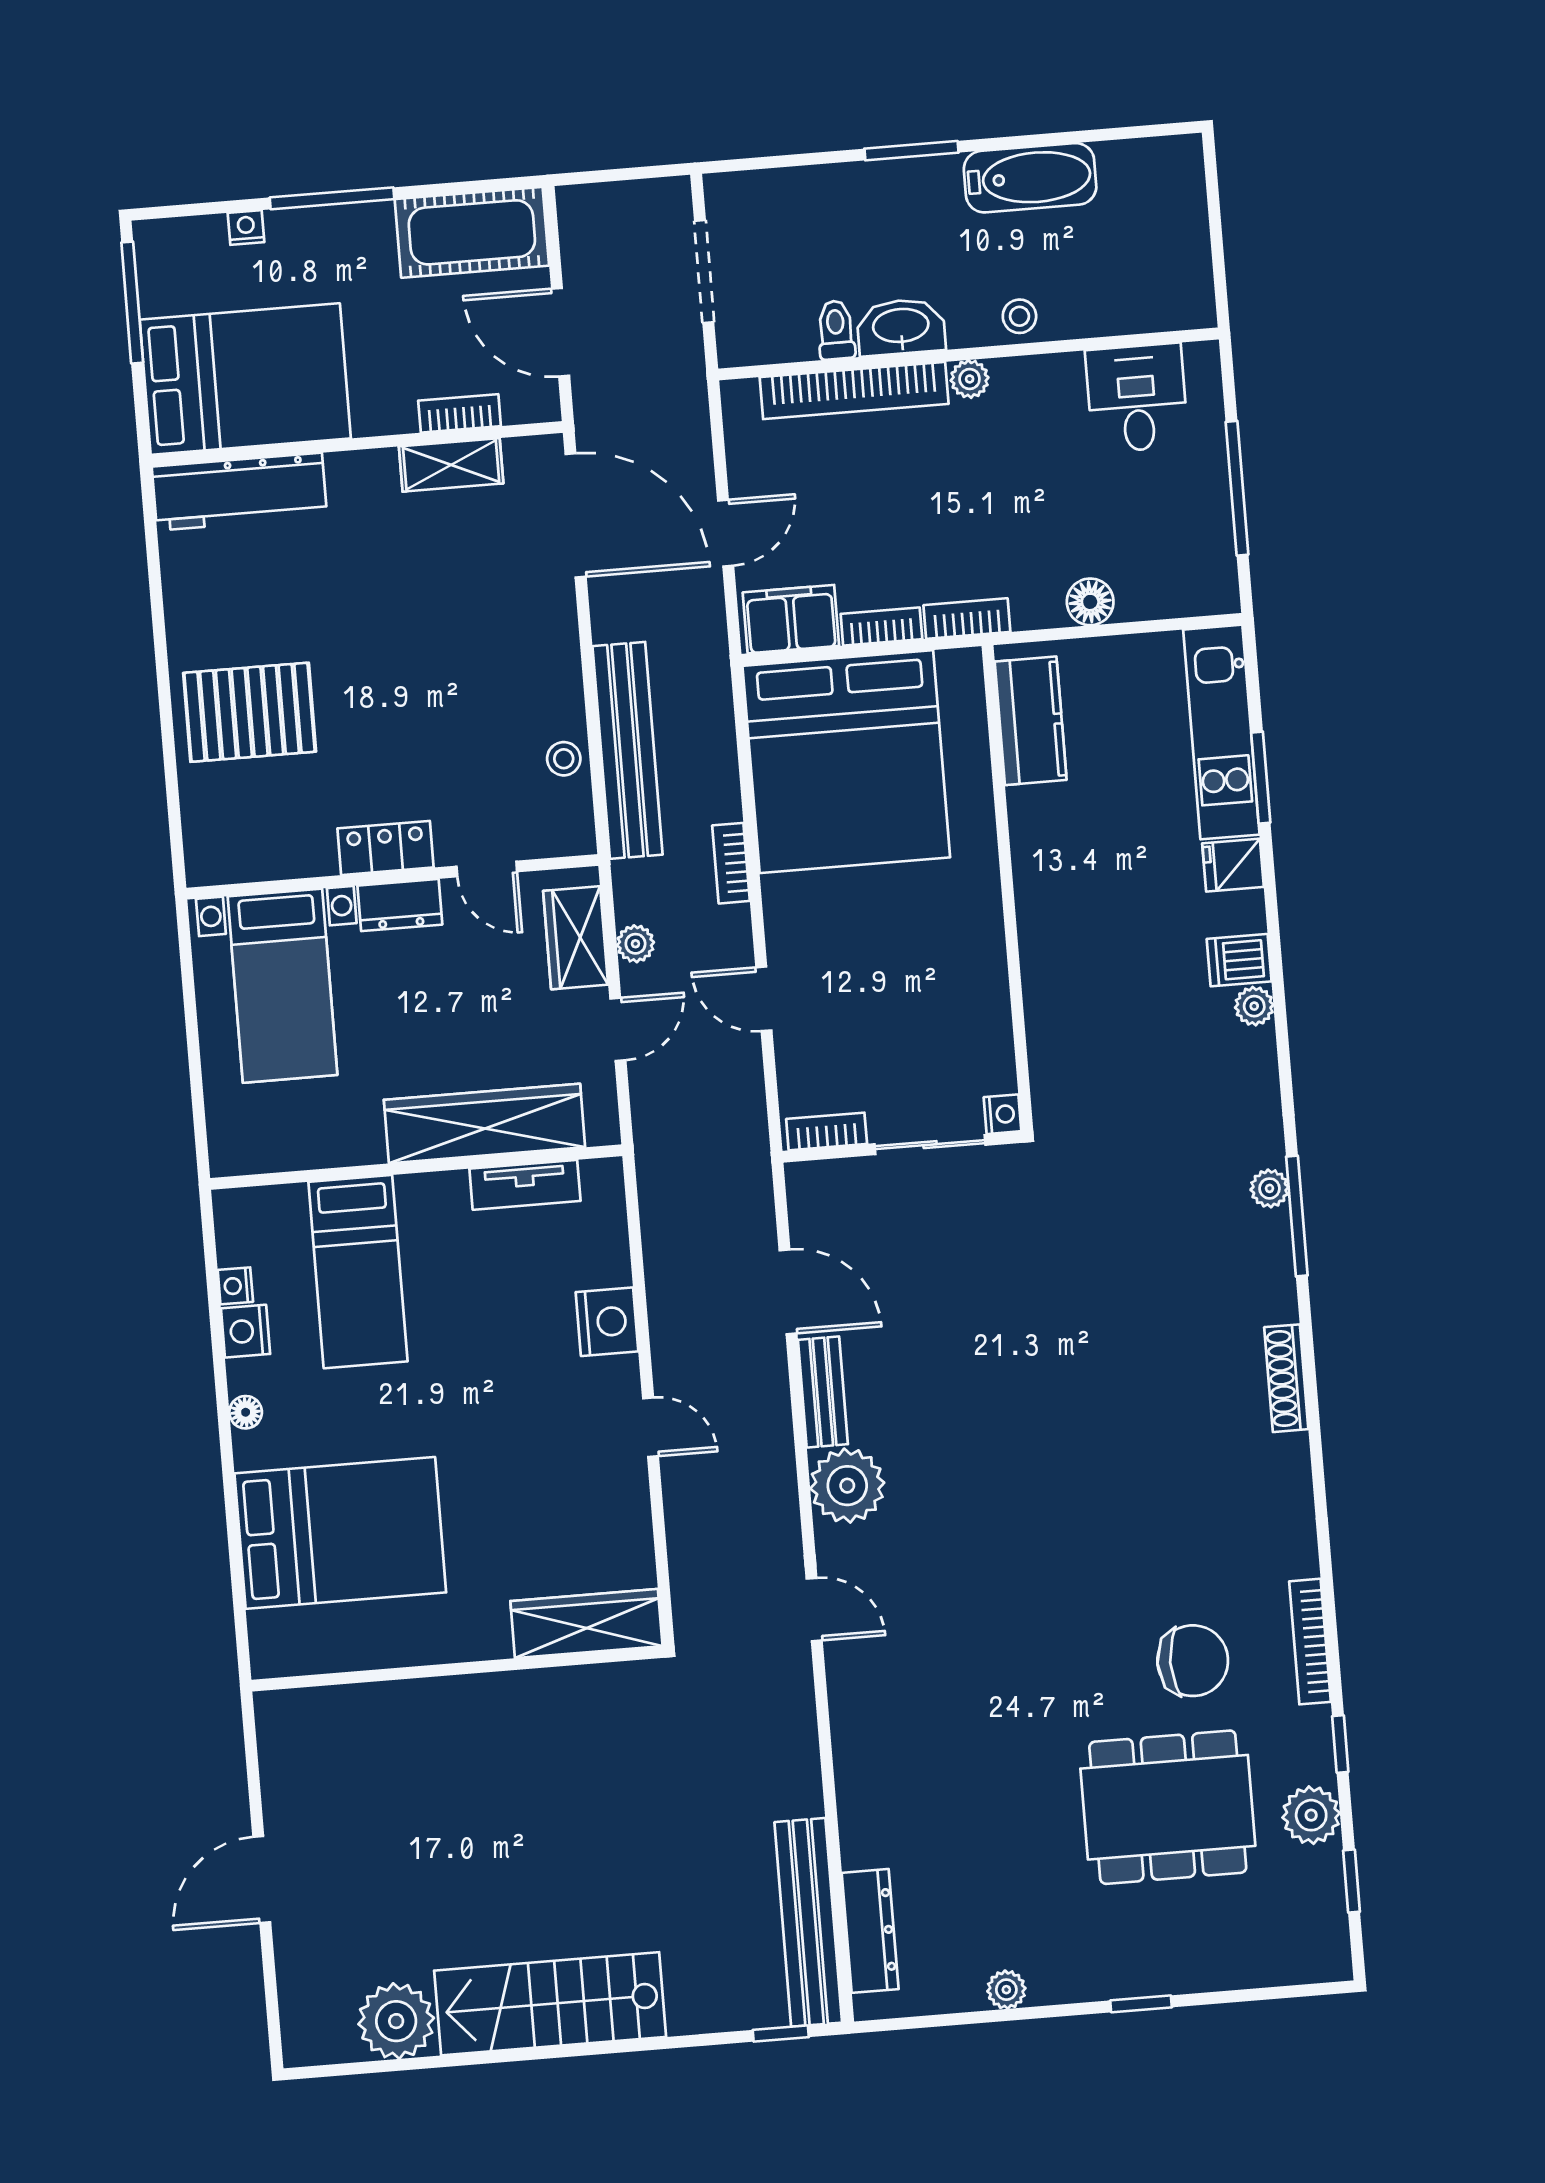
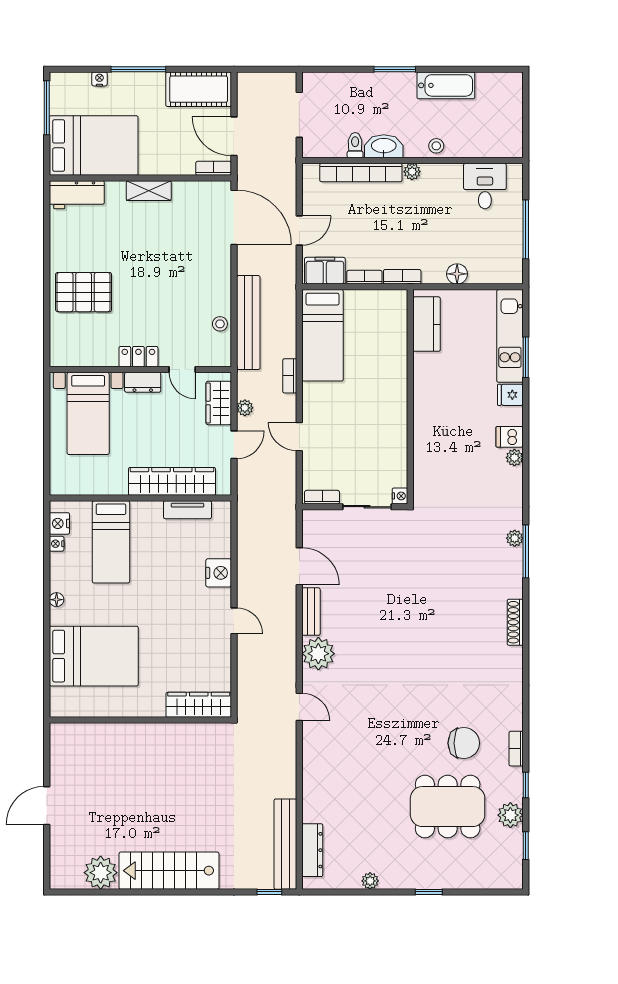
bookcase: (460, 413) -> (214, 168), moved
shelving: (451, 465) -> (149, 191), moved
workbench: (239, 492) -> (77, 195), width x0.73
bed: (846, 762) -> (323, 335), width x0.49
nightstand: (245, 1331) -> (59, 523), moved
bookcase: (1310, 1642) -> (516, 749), width x0.64

